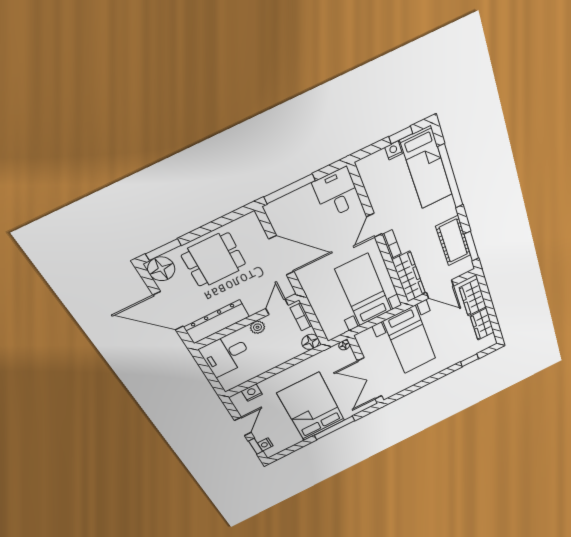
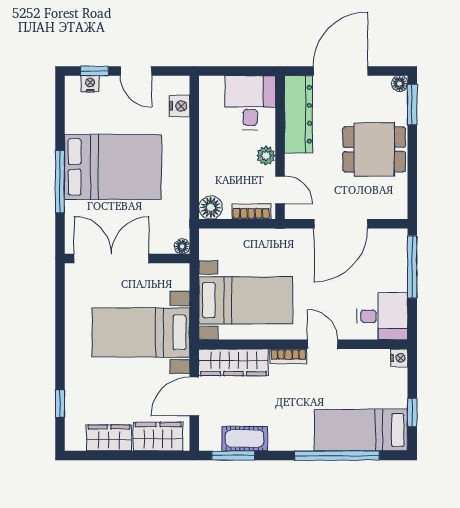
nightstand: (394, 150) -> (399, 358), moved
cot: (453, 241) -> (245, 439), width x0.73, depth x0.75
dining table: (214, 260) -> (374, 149), turned 90
floor lamp: (161, 269) -> (399, 84), width x0.53, depth x0.53

